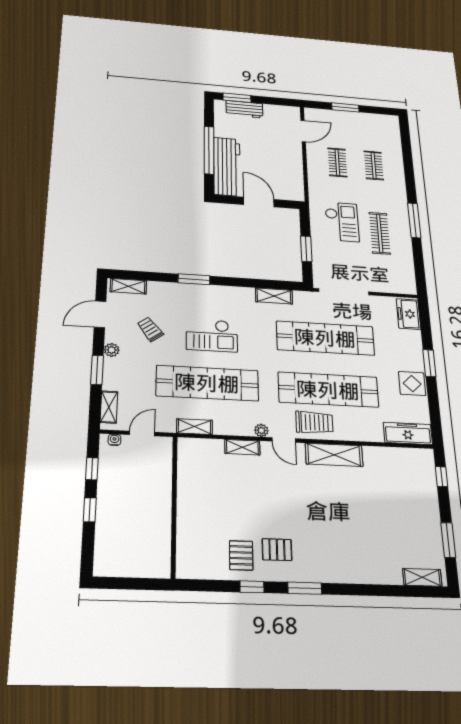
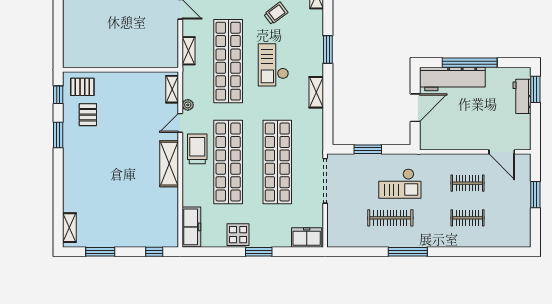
shelving: (274, 296) -> (316, 92), moved
trolley: (314, 422) -> (197, 149), turned 180
wall: (174, 506) -> (120, 70), moved

